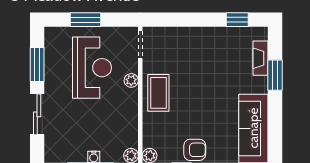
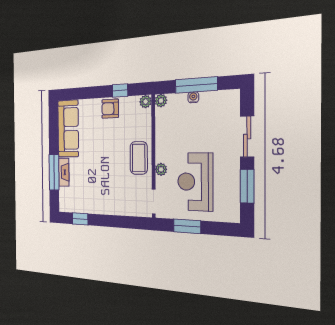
window: (85, 20) -> (187, 226), moved
fireplace: (261, 58) -> (64, 172), moved
window: (275, 75) -> (54, 172), width x1.44

